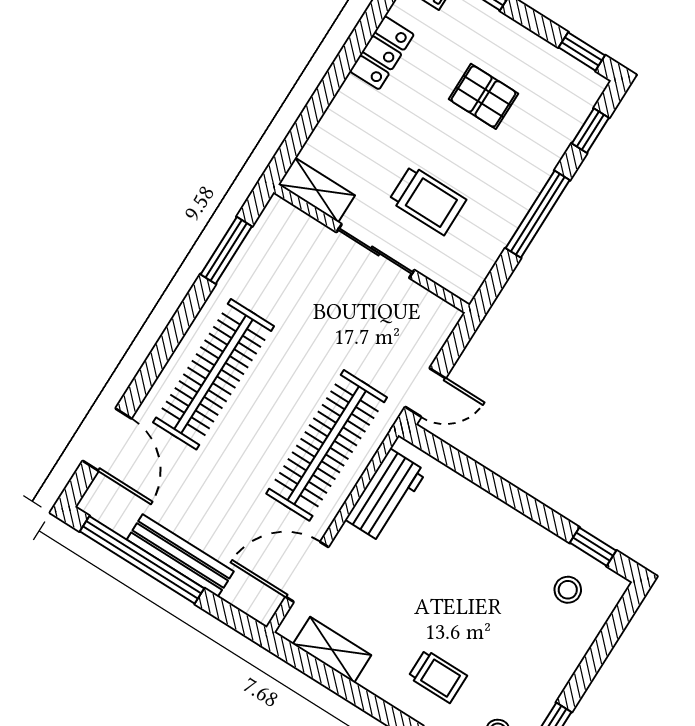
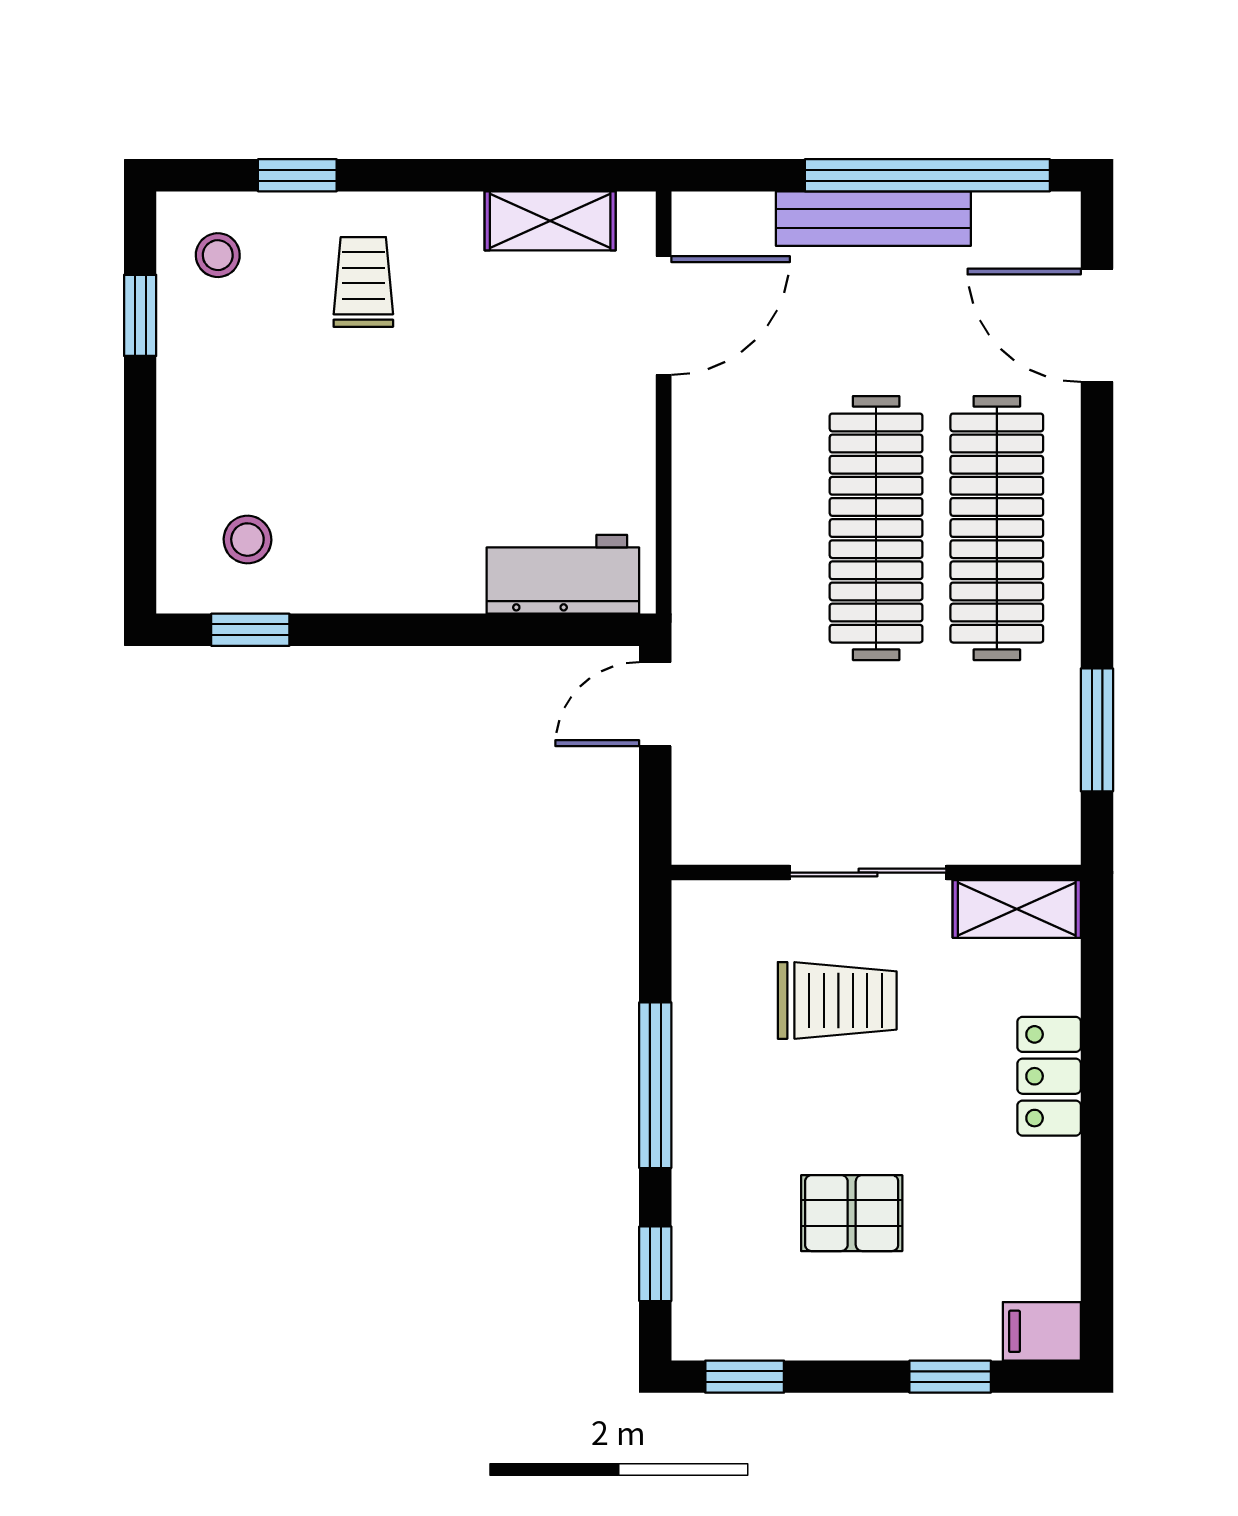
locker: (382, 53) -> (1049, 1076), moved
trolley: (428, 200) -> (837, 1000), turned 180
clothes rail: (327, 445) -> (876, 528), moved
workbench: (386, 496) -> (563, 574), moved, turned 90
trolley: (438, 676) -> (363, 282), turned 90

